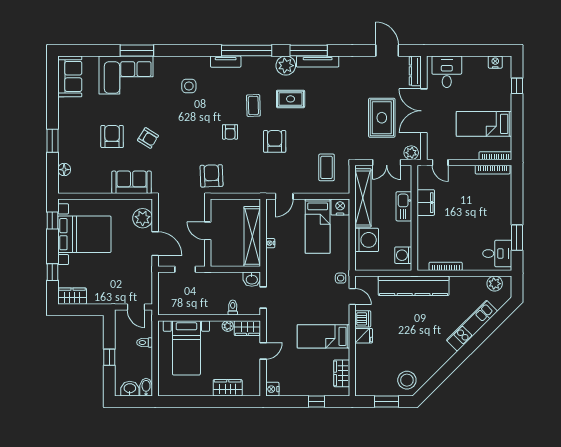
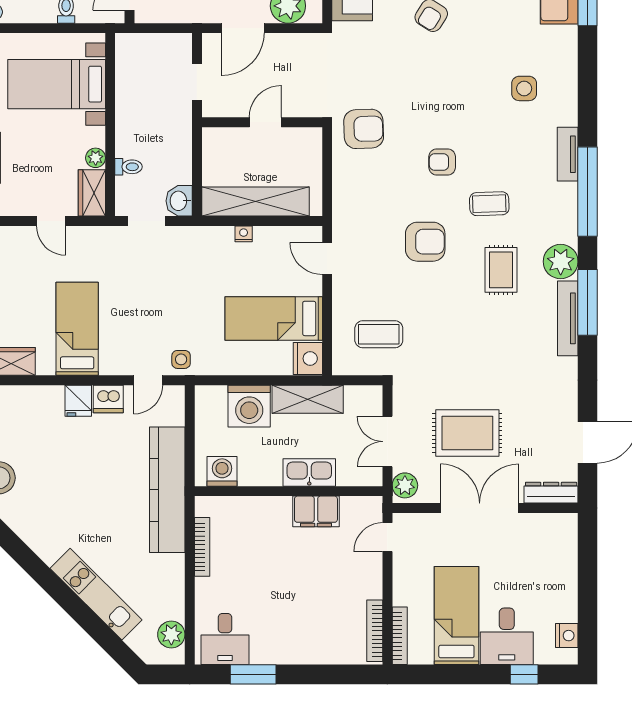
desk: (447, 72) -> (507, 636), moved, turned 90
shelving: (363, 198) -> (308, 399), width x0.68

